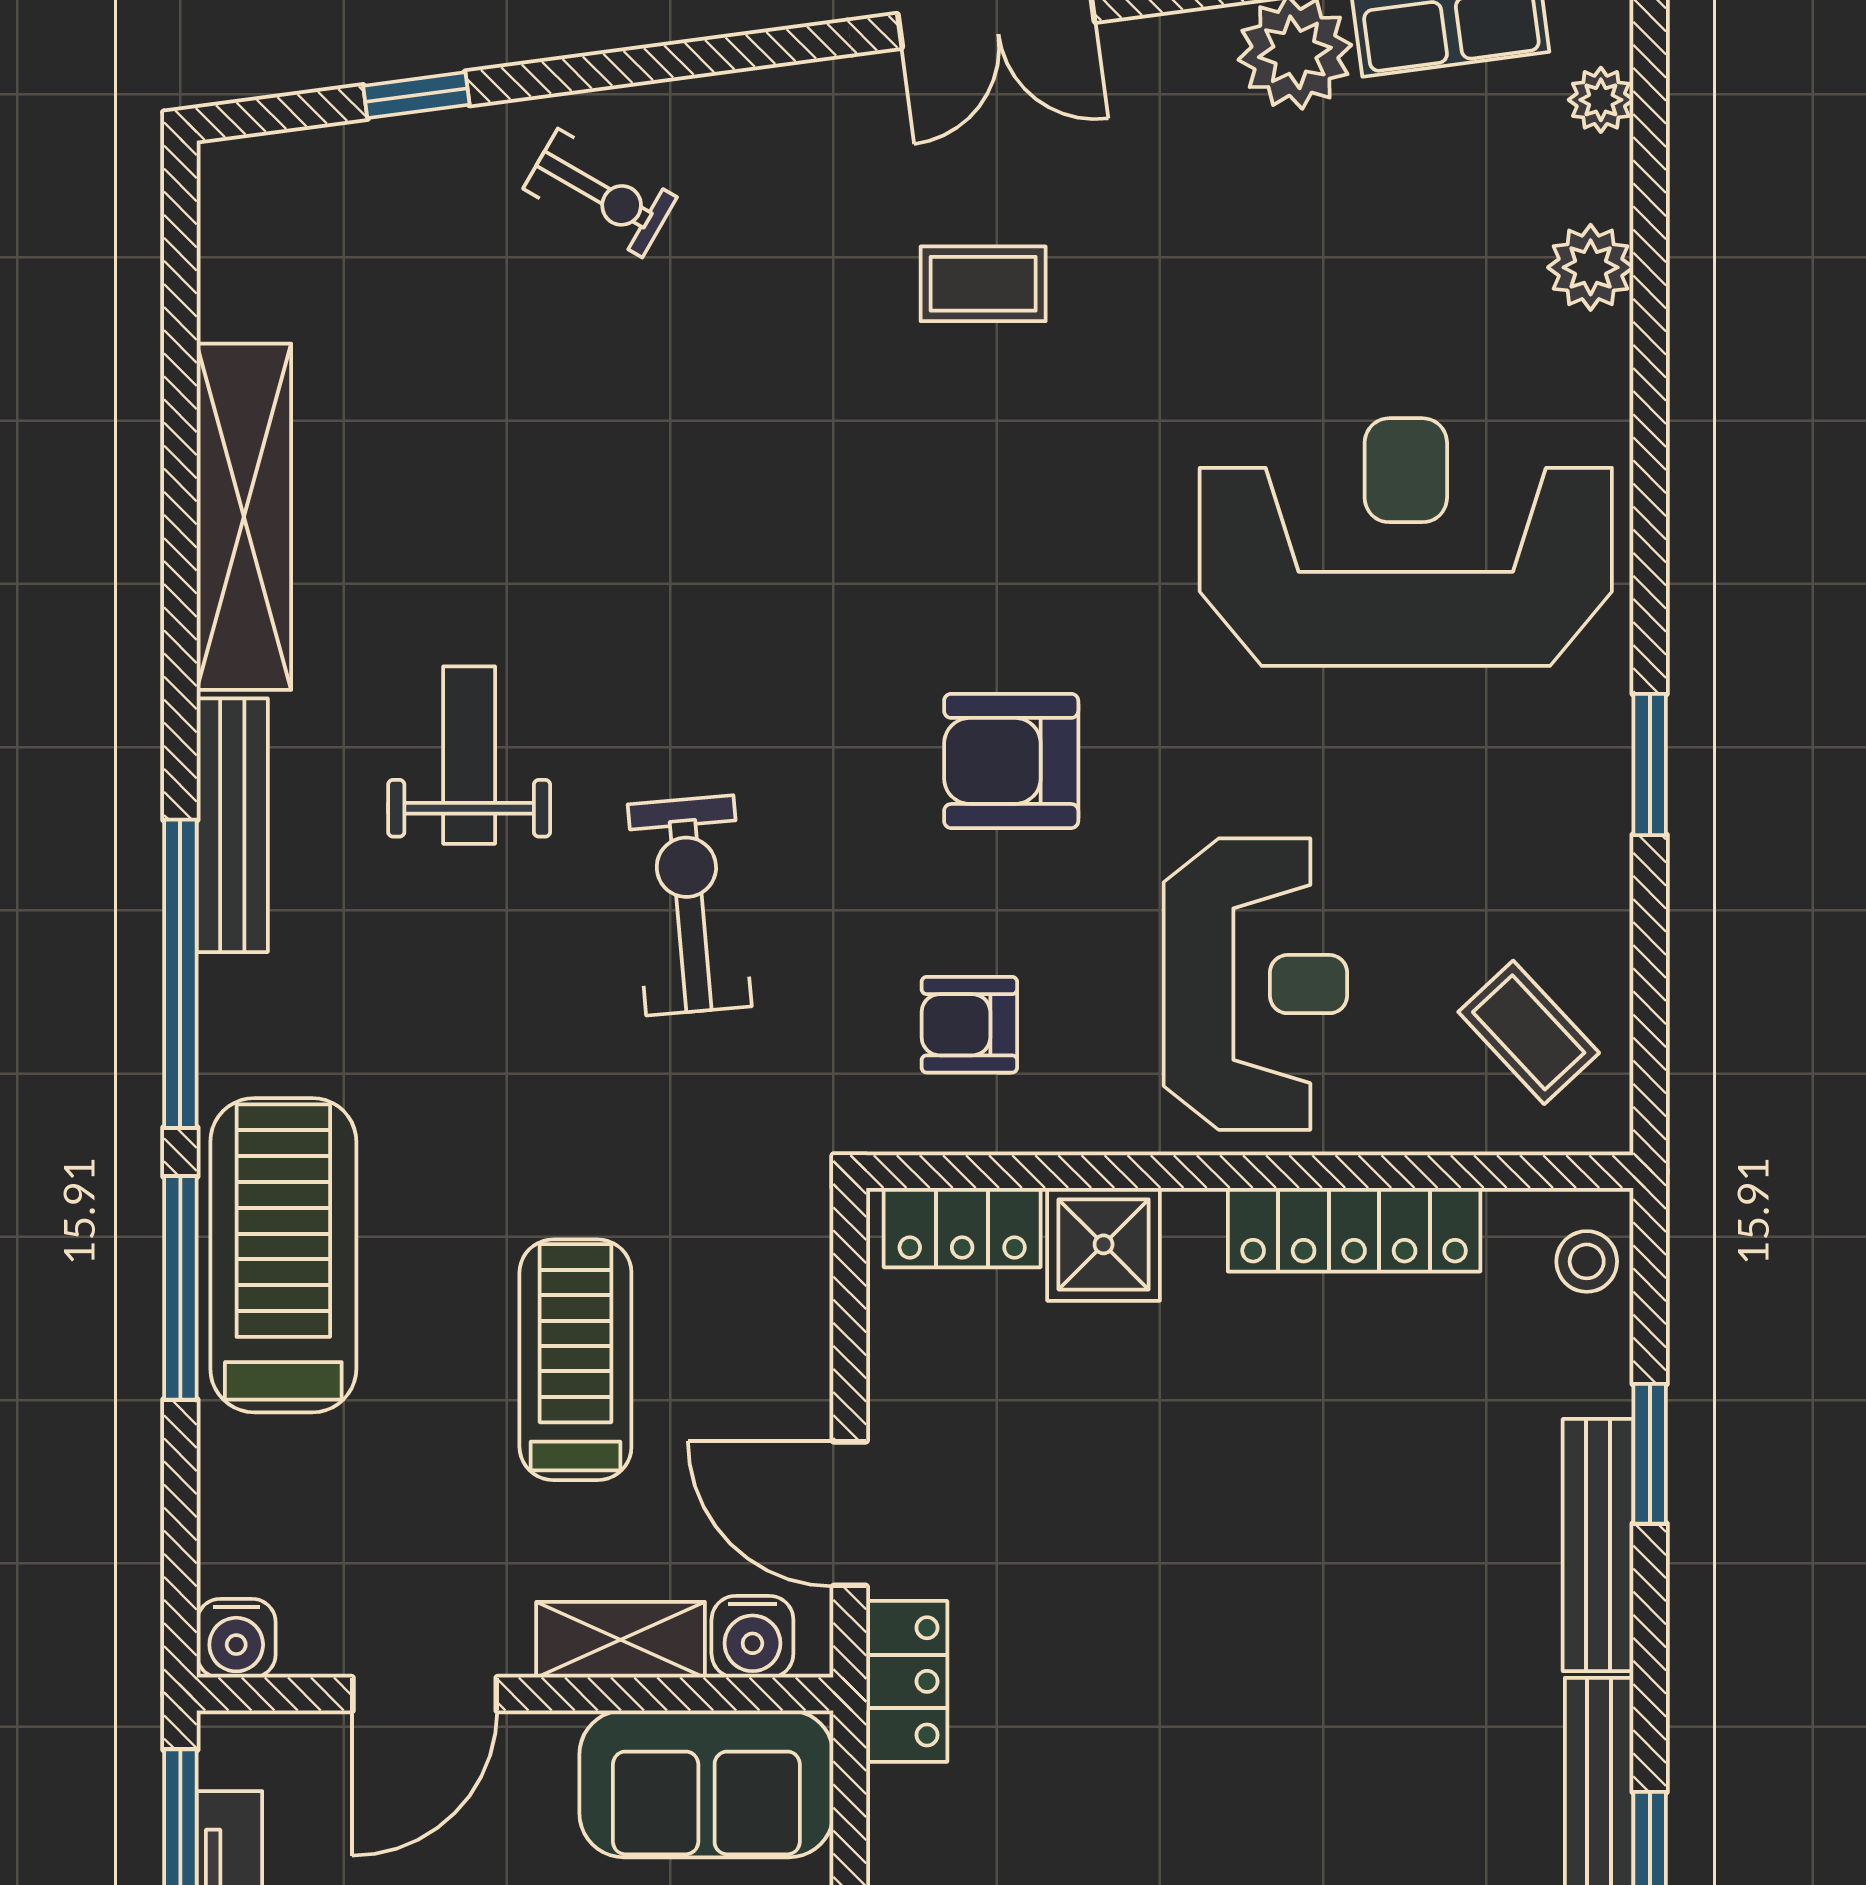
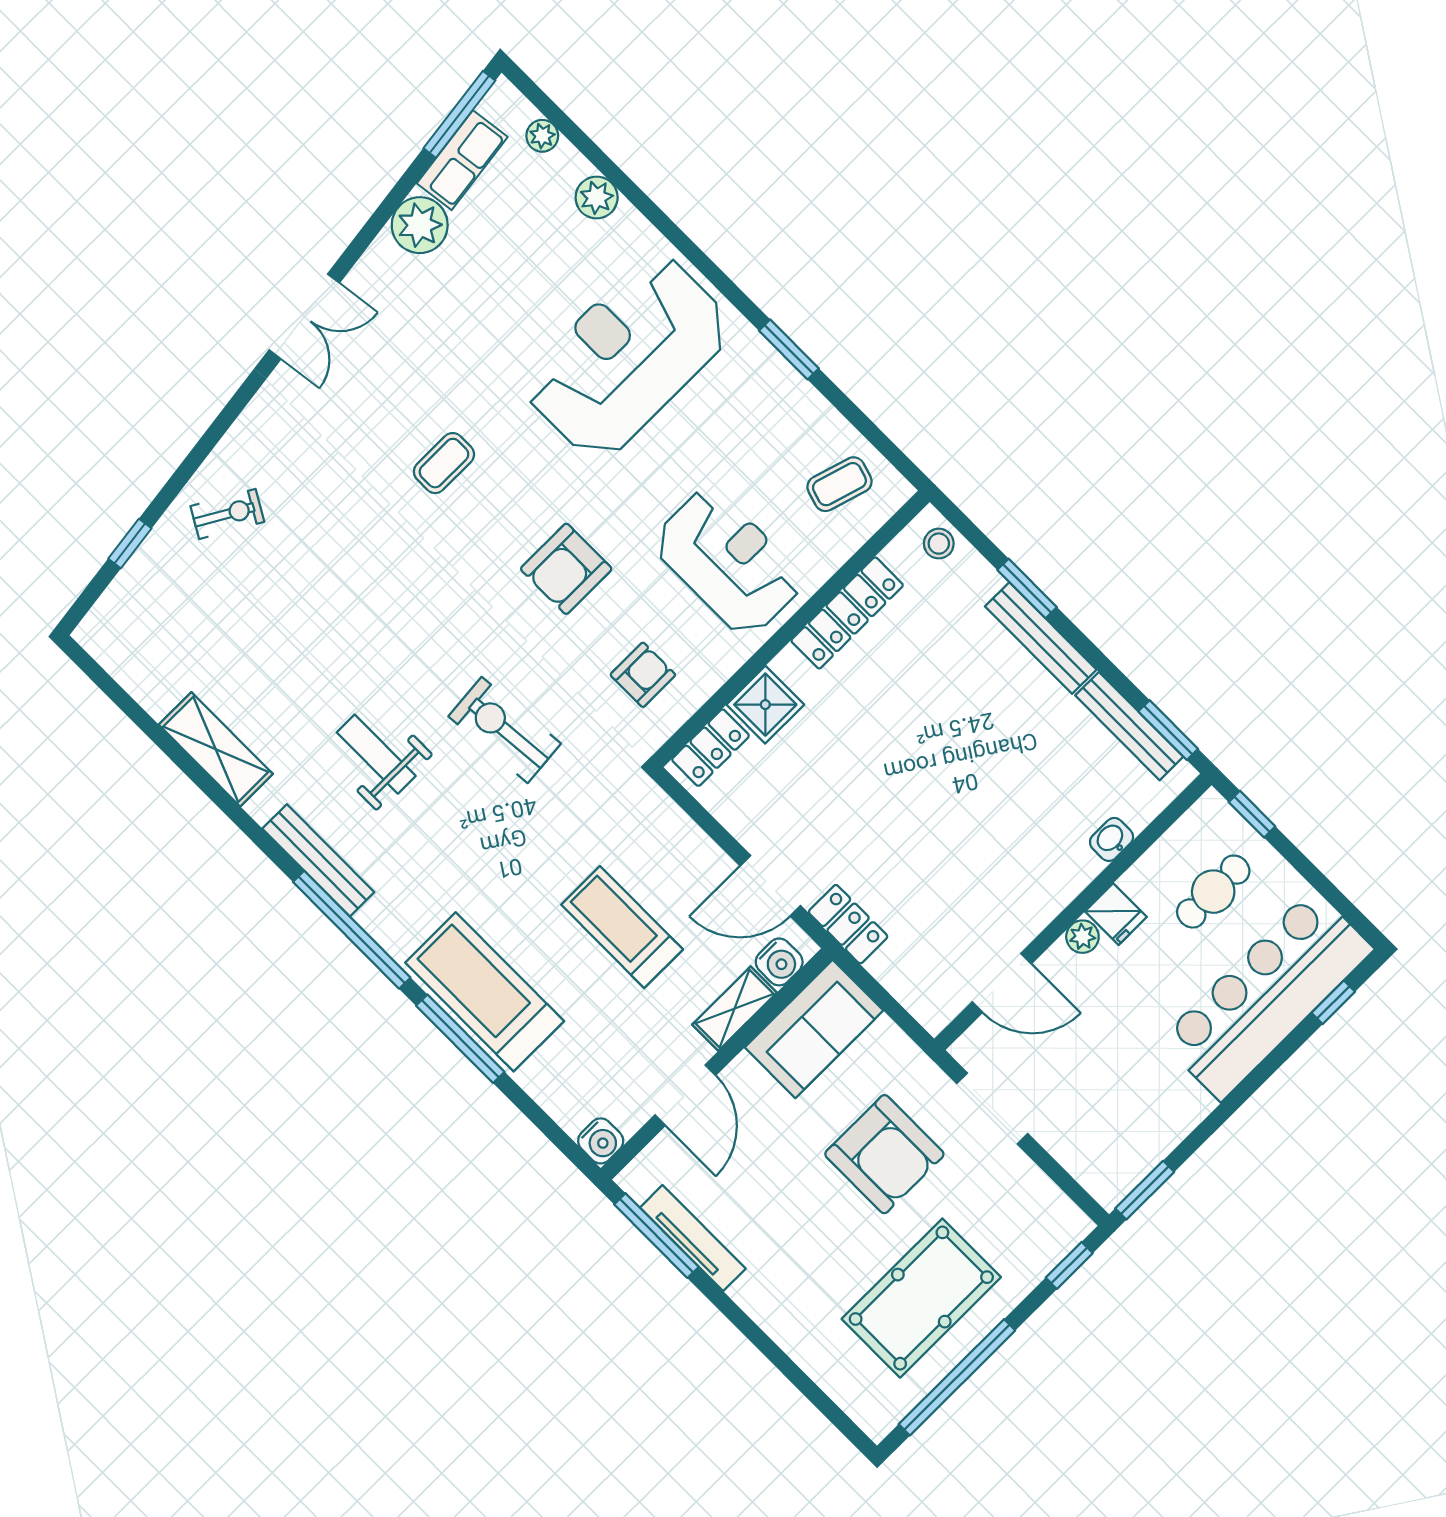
coffee table: (983, 284) -> (444, 463), moved
shelving: (244, 517) -> (216, 749), width x0.68
armchair: (969, 1025) -> (643, 675), turned 180
coffee table: (1529, 1032) -> (839, 484), turned -30

